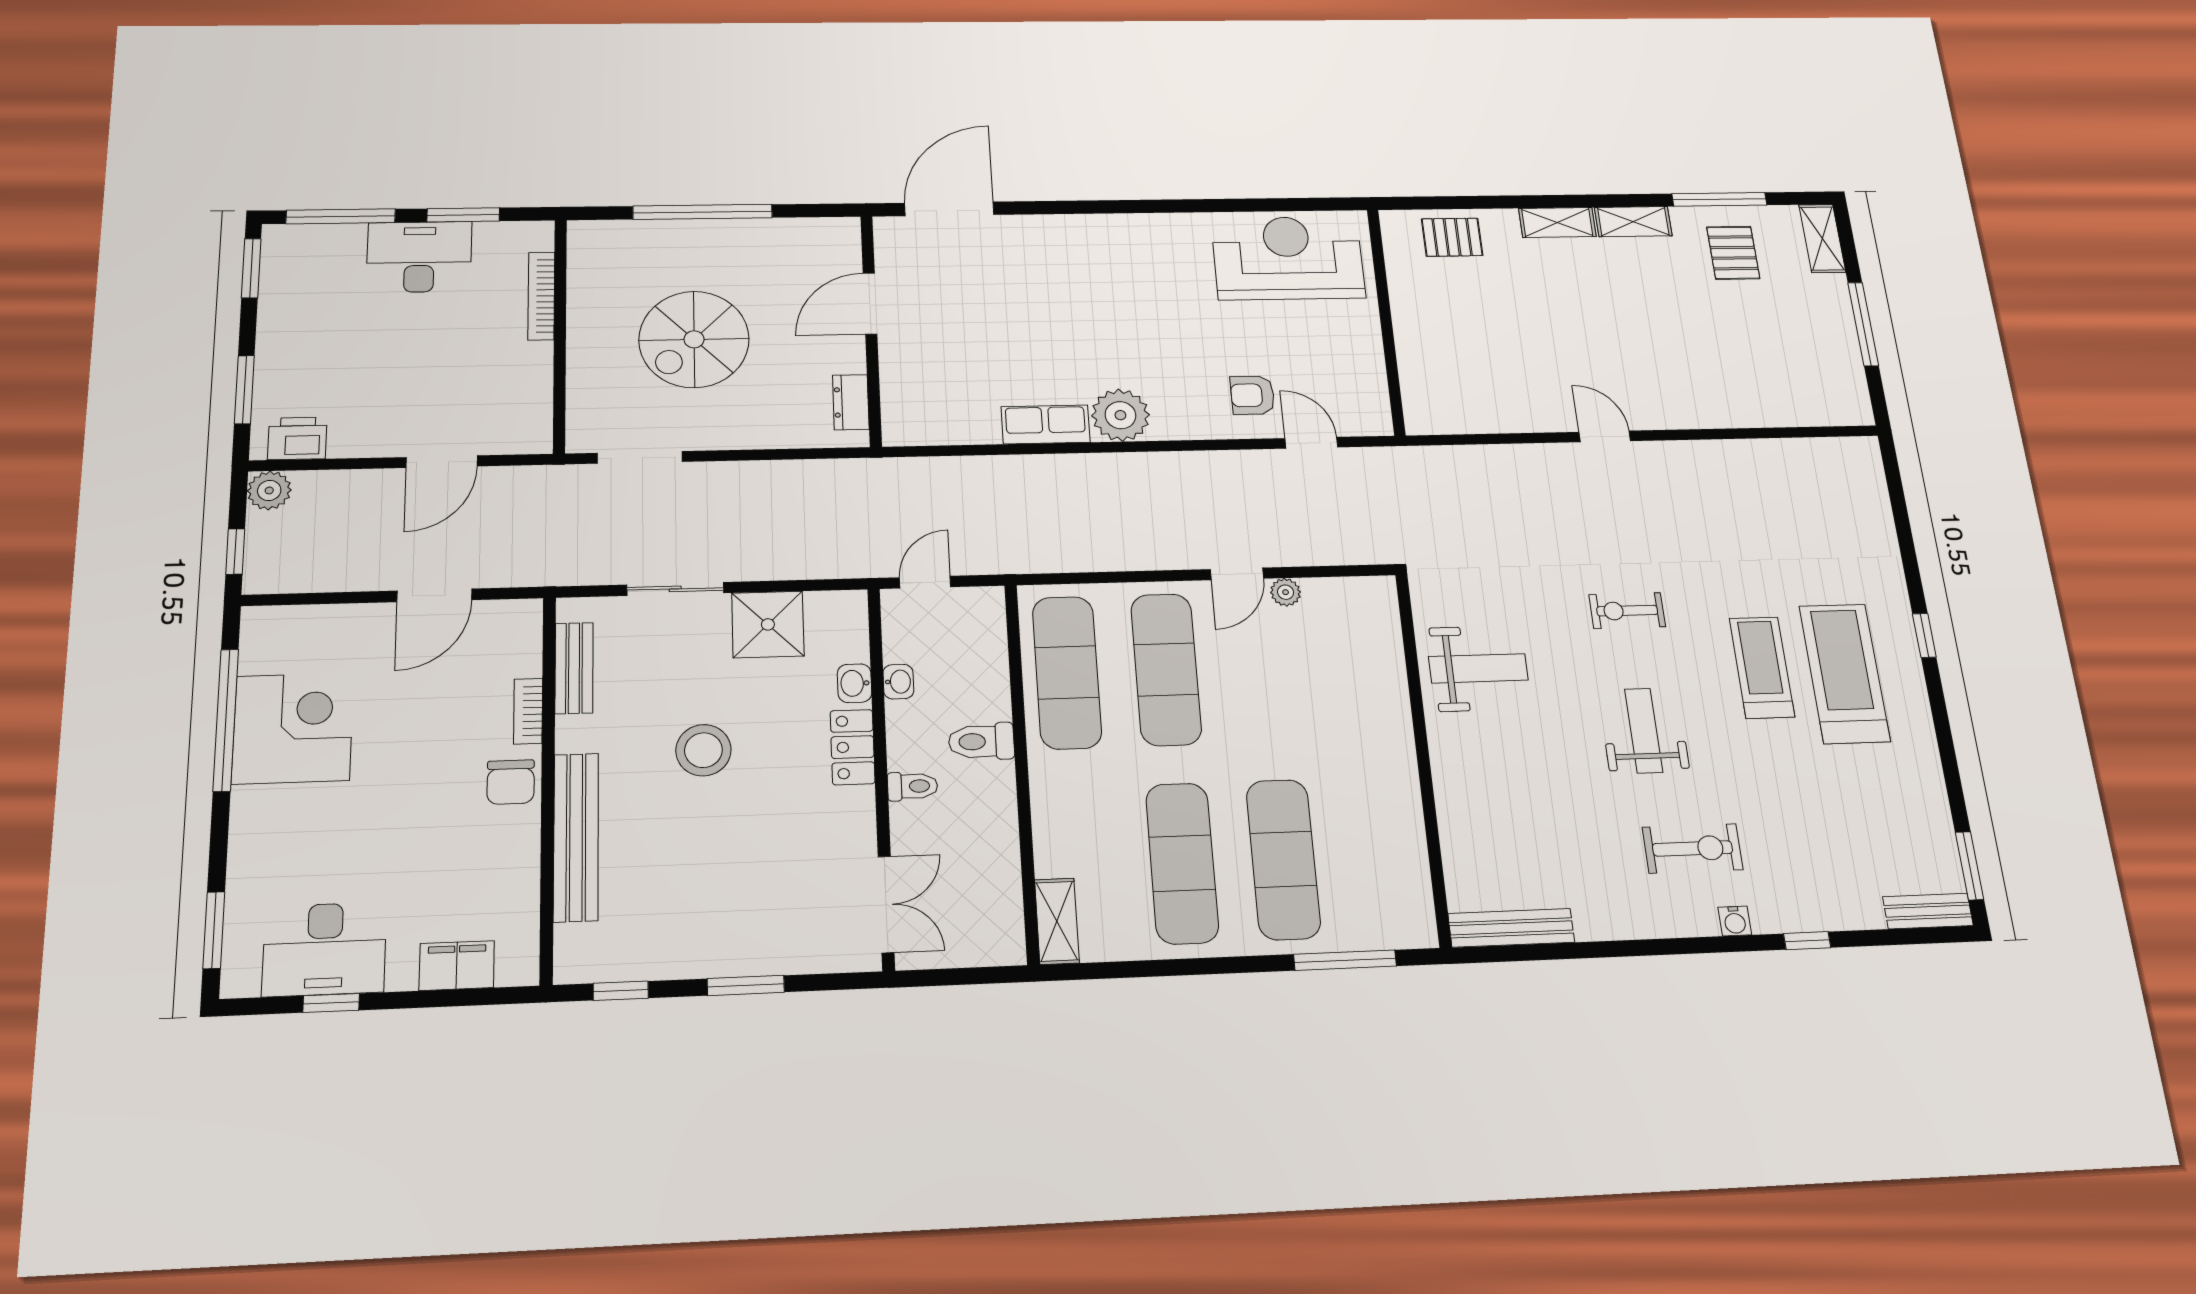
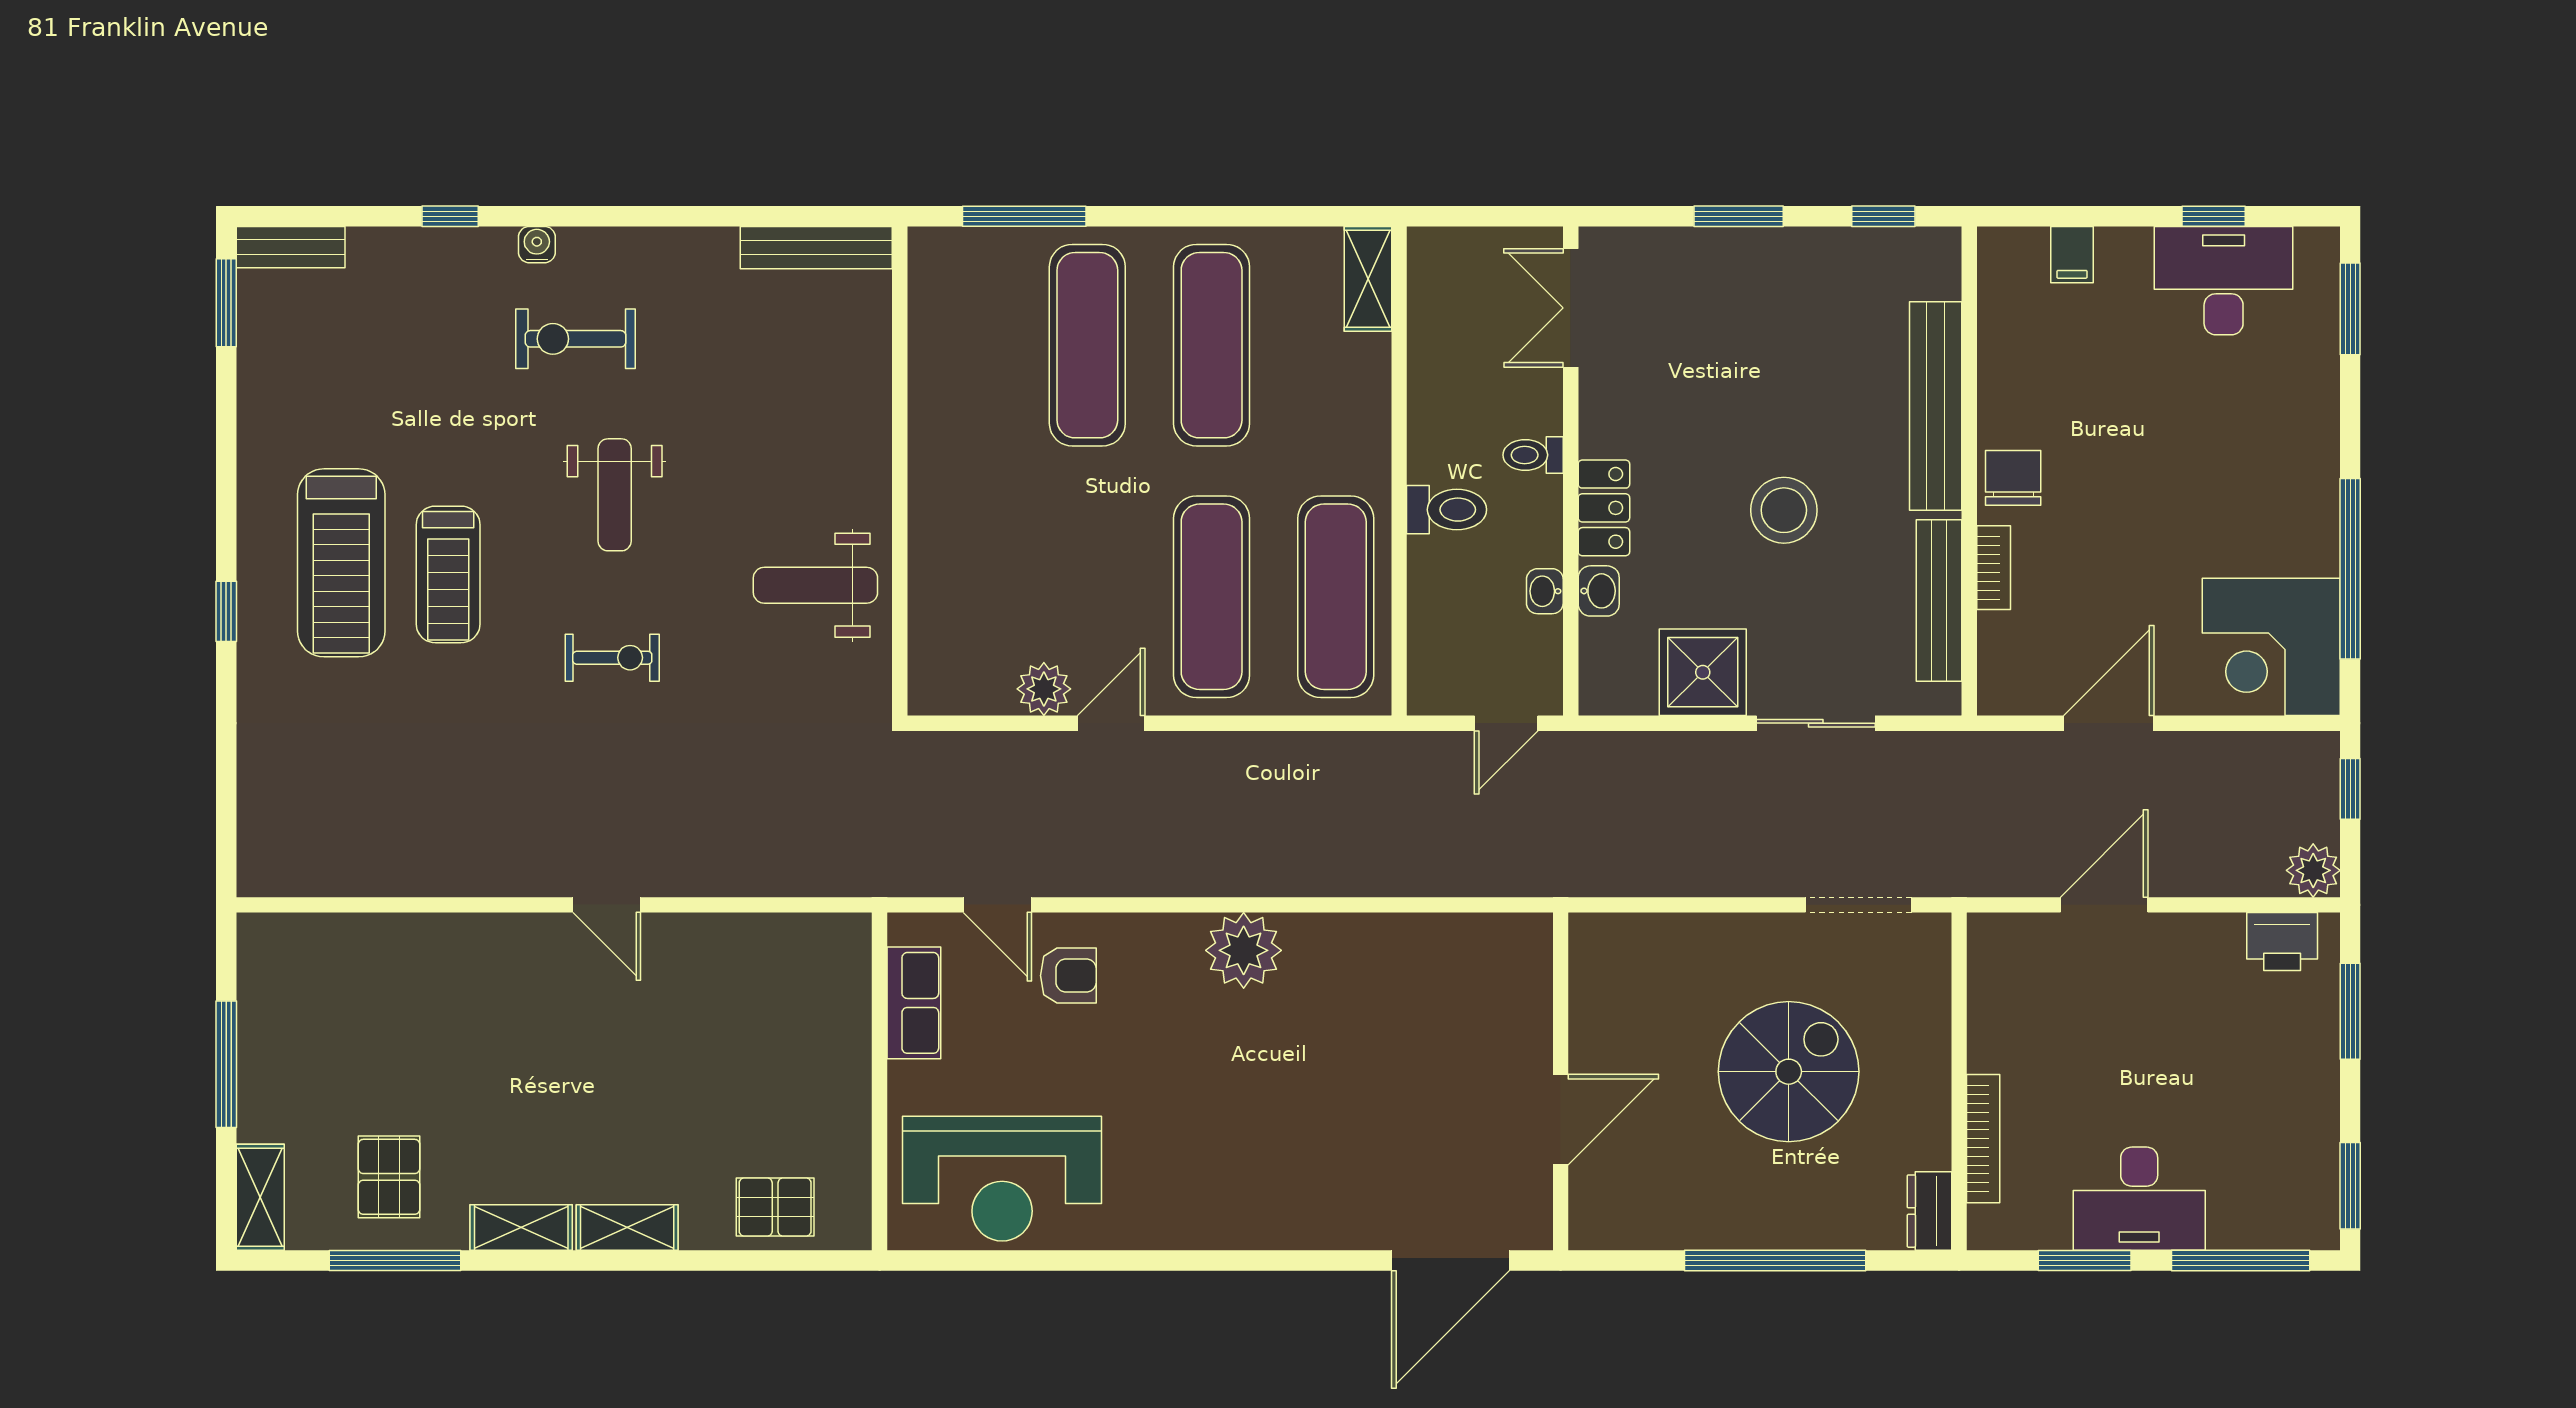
dresser: (851, 402) -> (1929, 1211), moved, turned 180
row of seats: (1046, 424) -> (914, 1003), moved, turned -90
plant: (1286, 592) -> (1044, 689), width x1.38, depth x1.38
bench: (574, 668) -> (1939, 600), width x1.36
corner desk: (293, 728) -> (2271, 647), moved
filing cabinet: (457, 966) -> (2072, 255), width x0.50

